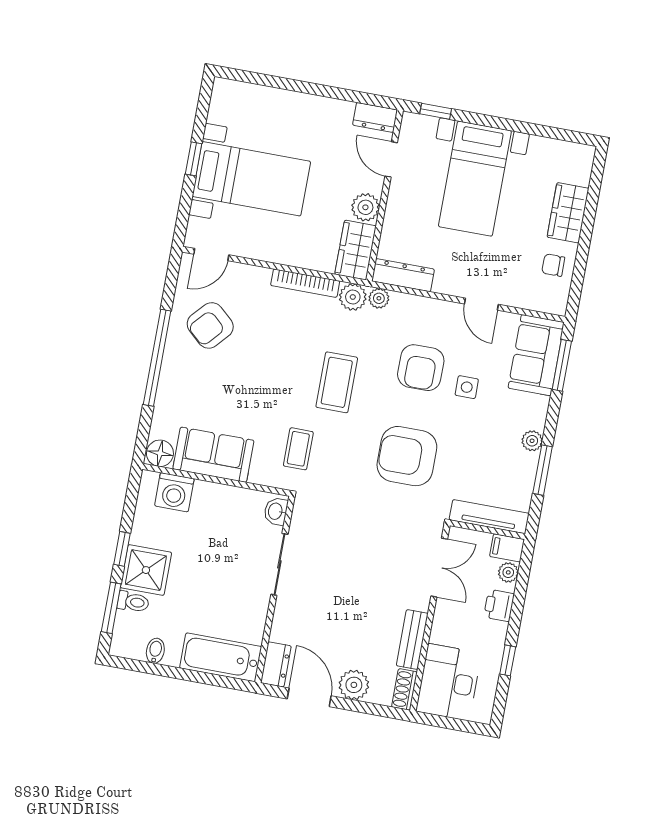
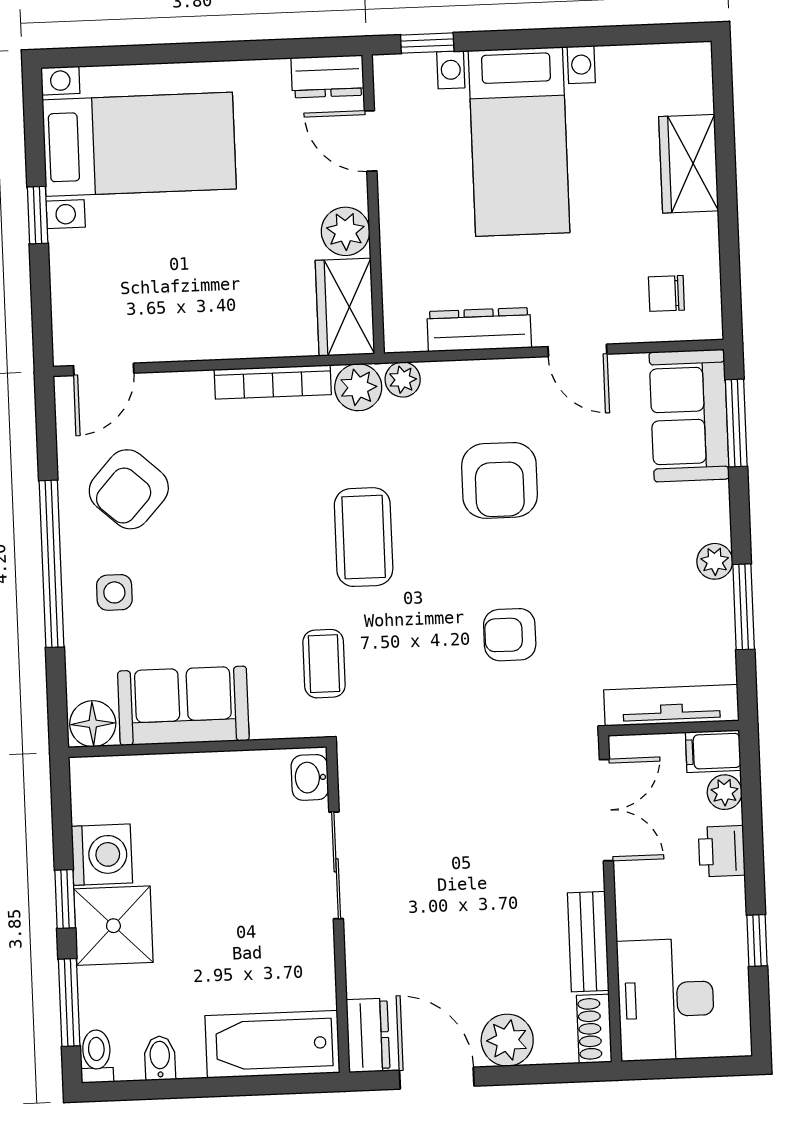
bed with nightstands: (251, 179) -> (139, 144), moved
chair: (553, 265) -> (666, 293), moved
dresser: (403, 275) -> (479, 330), moved
side table: (467, 387) -> (114, 592), moved
armchair: (407, 456) -> (510, 635), width x0.53, depth x0.53
washing machine: (174, 492) -> (102, 855), moved, turned -90
toilet: (133, 602) -> (97, 1056), moved, turned -90

